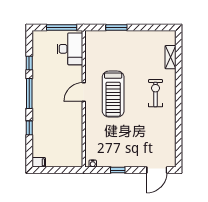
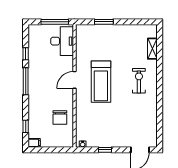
window: (29, 128) -> (26, 126), moved
chair: (67, 134) -> (60, 118), added

